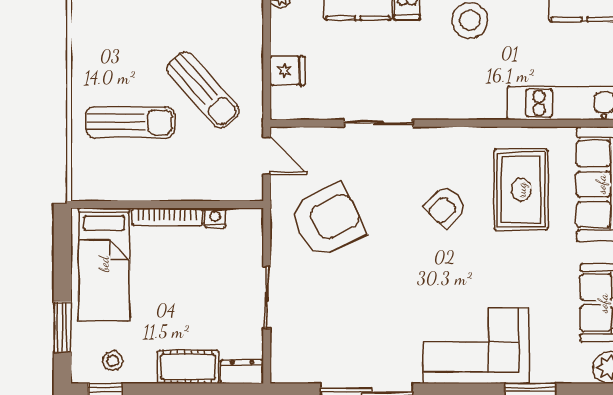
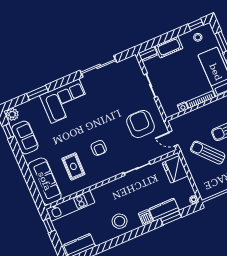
fridge: (287, 71) -> (175, 169), width x1.88, depth x1.34
rug: (521, 190) -> (73, 166), width x0.73, depth x0.70
armchair: (446, 207) -> (99, 148), turned 134
armchair: (327, 220) -> (141, 124), turned 116

